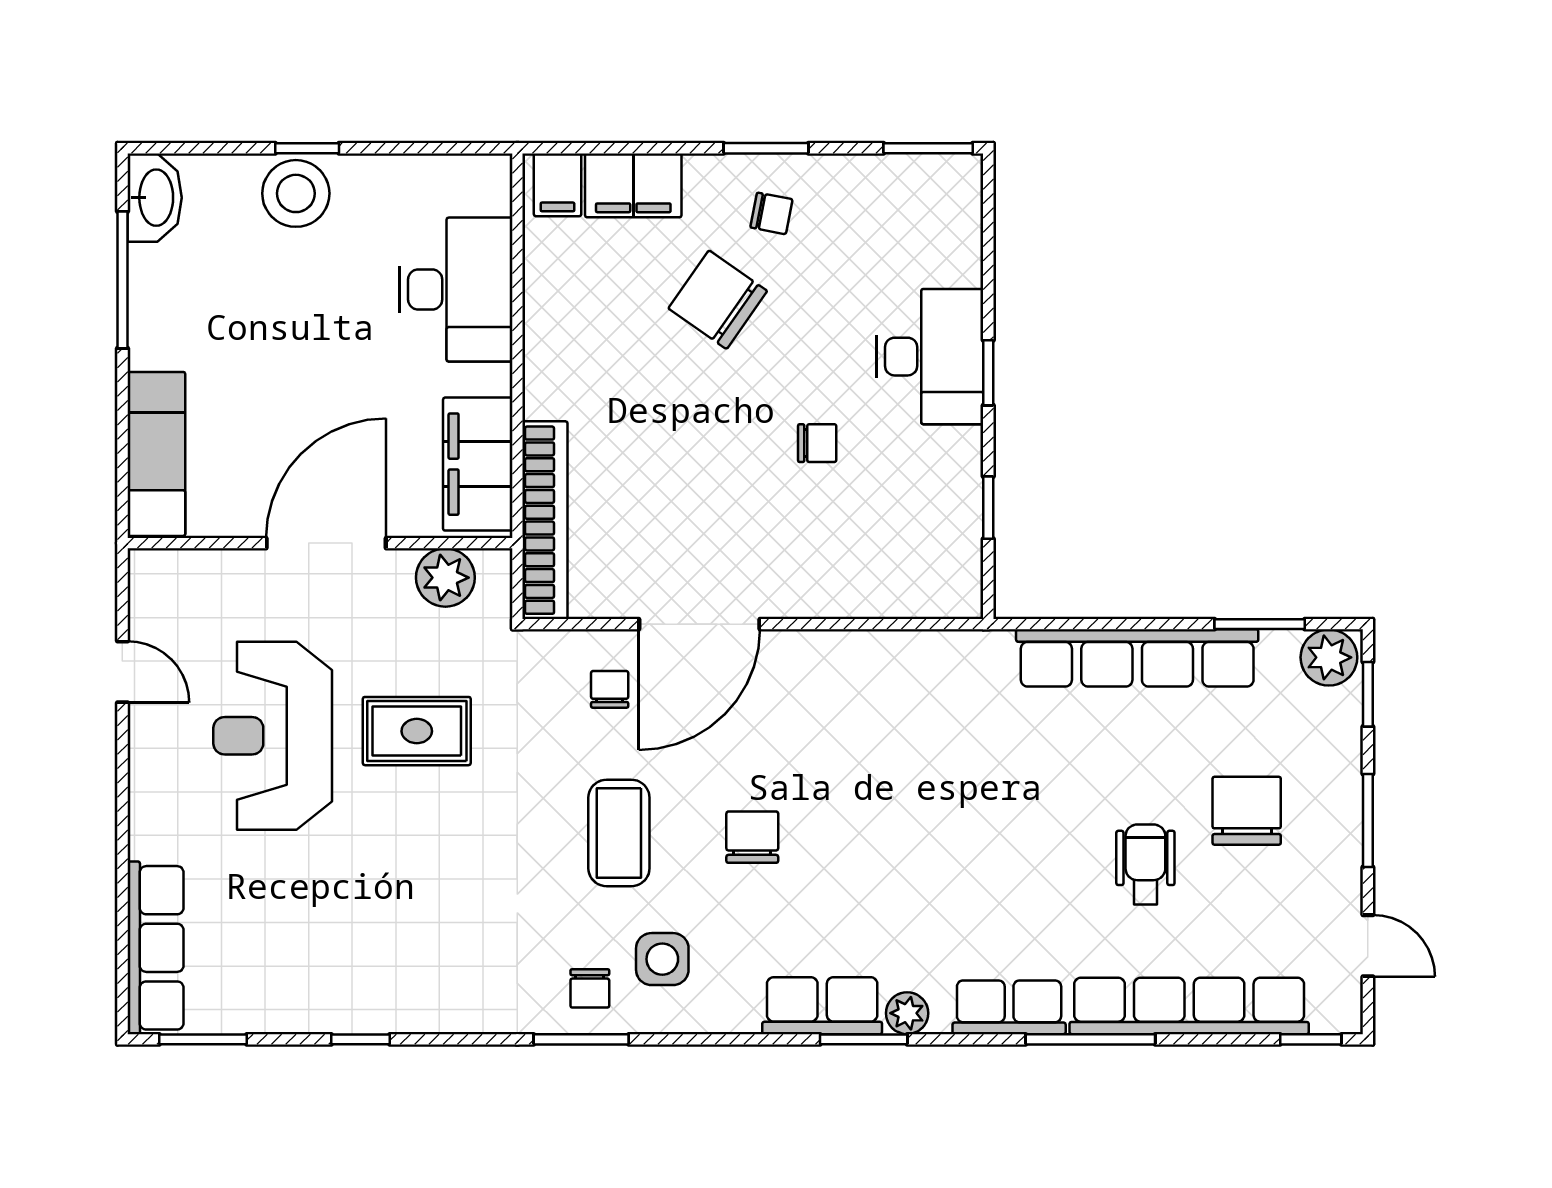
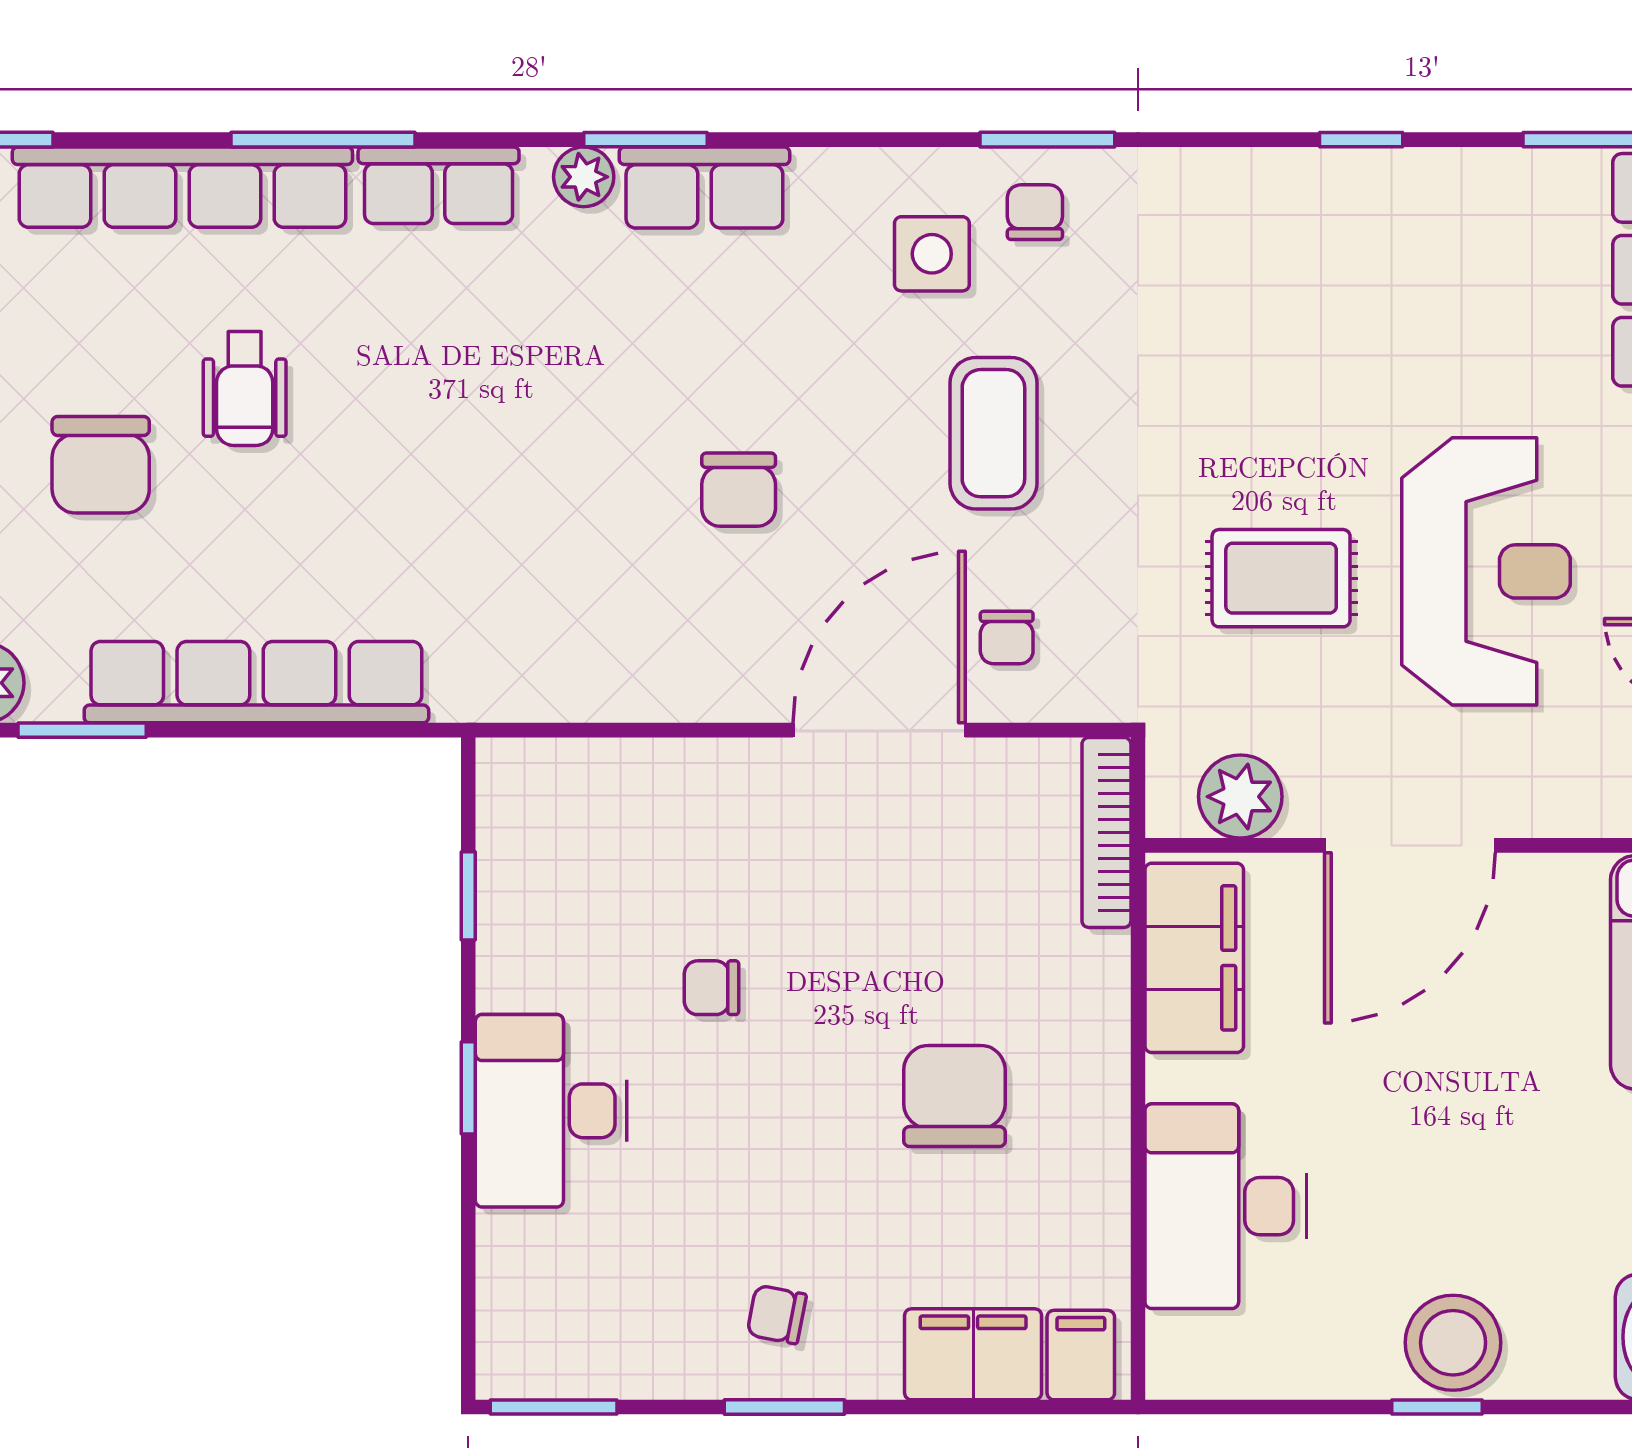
chair: (718, 300) -> (954, 1096), moved, turned -125
bookcase: (545, 520) -> (1106, 832), width x0.68, depth x0.76
chair: (752, 837) -> (739, 490), moved

